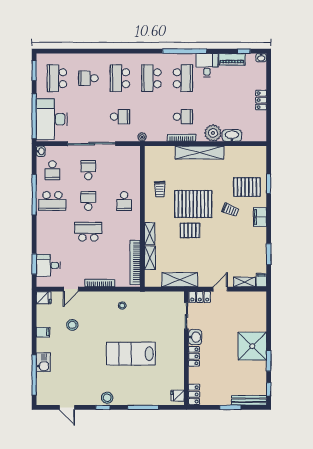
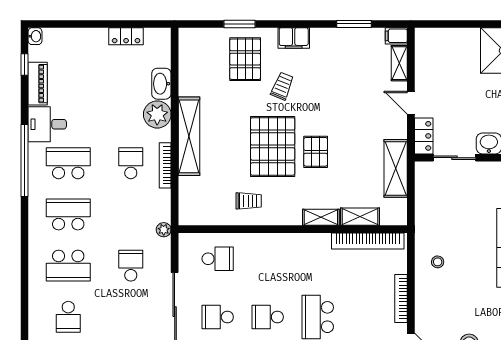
school desk: (151, 78) -> (68, 214), turned 180
locker: (261, 100) -> (126, 36), moved
school desk: (124, 201) -> (218, 259), moved

